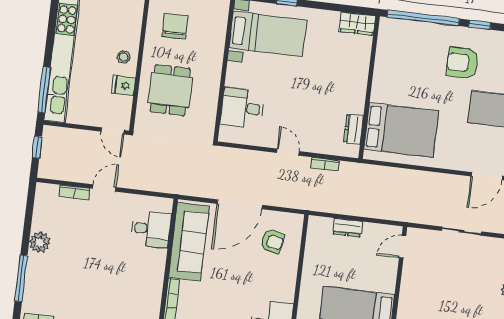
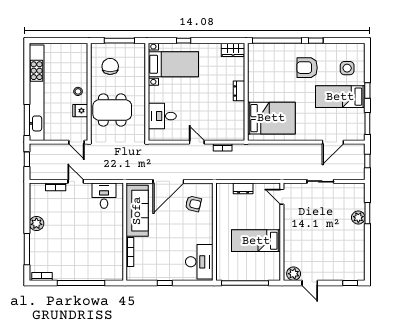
dining table: (170, 90) -> (112, 110), width x1.38
dresser: (354, 129) -> (239, 91), moved
door: (104, 188) -> (76, 181), hinge flipped
desk: (151, 229) -> (104, 196), moved, turned -90
door: (403, 247) -> (282, 197), hinge flipped

